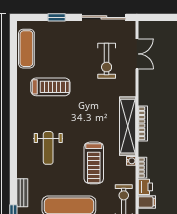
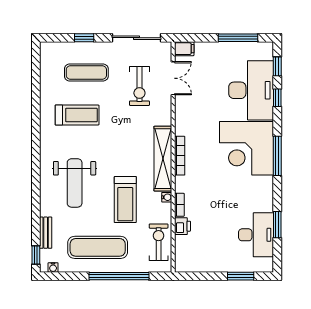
exercise mat: (26, 49) -> (86, 73), moved, turned 90
weight bench: (48, 148) -> (75, 183), width x1.36, depth x1.33
filing cabinet: (147, 202) -> (184, 49), moved

